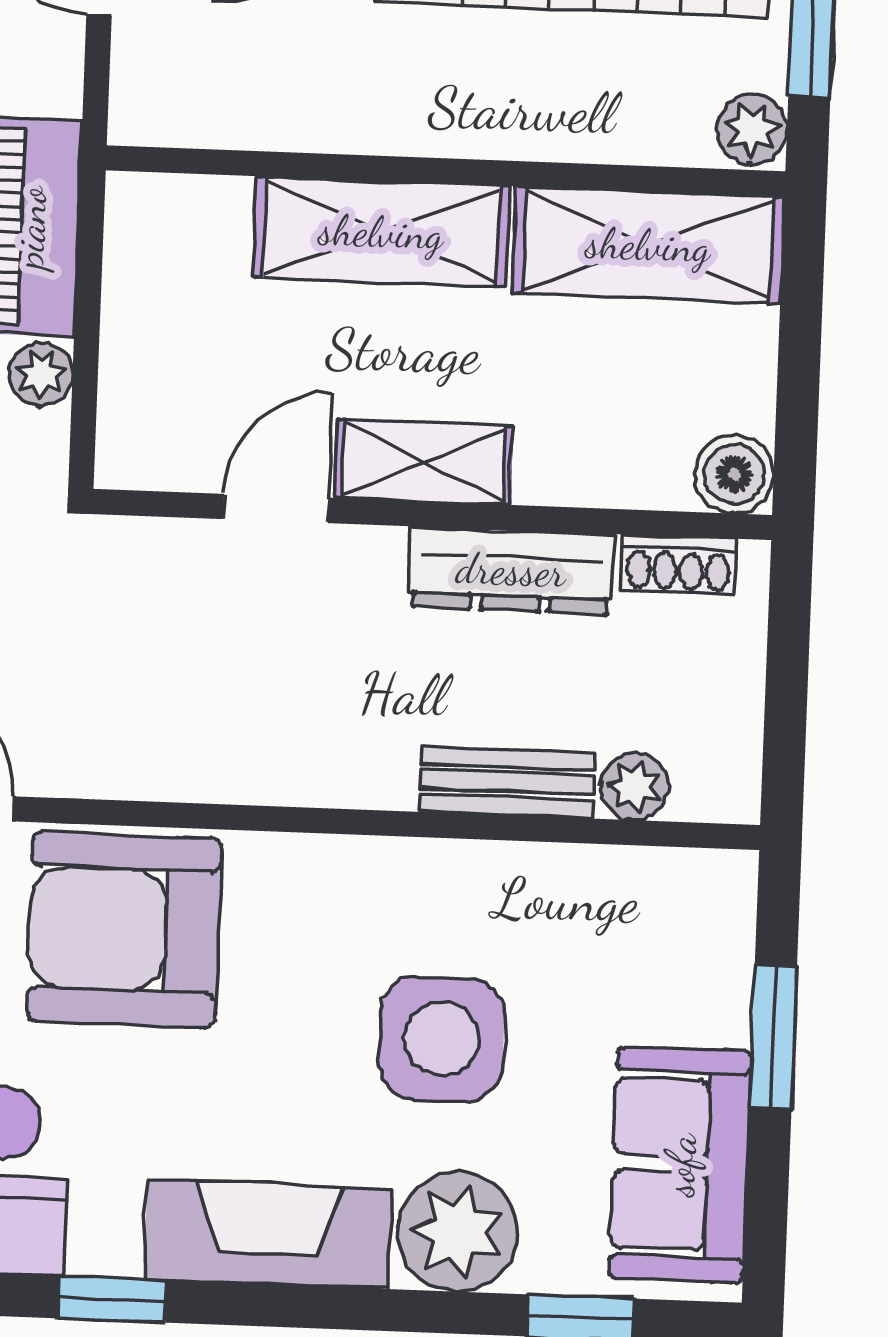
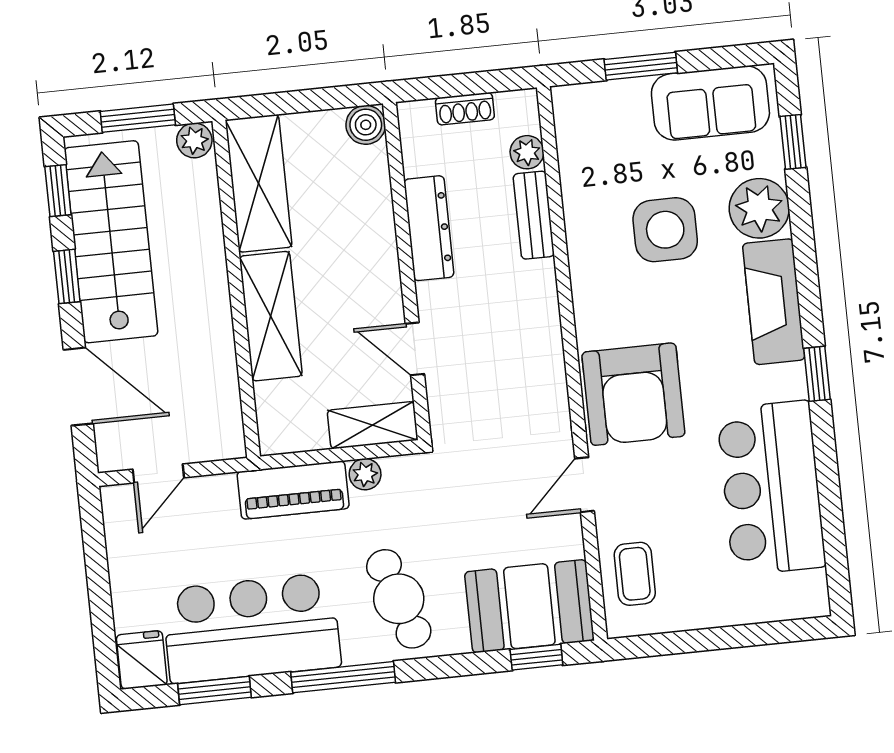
shelving: (424, 462) -> (373, 425), moved, turned 90
shoe rack: (678, 564) -> (465, 109), moved, turned 90

